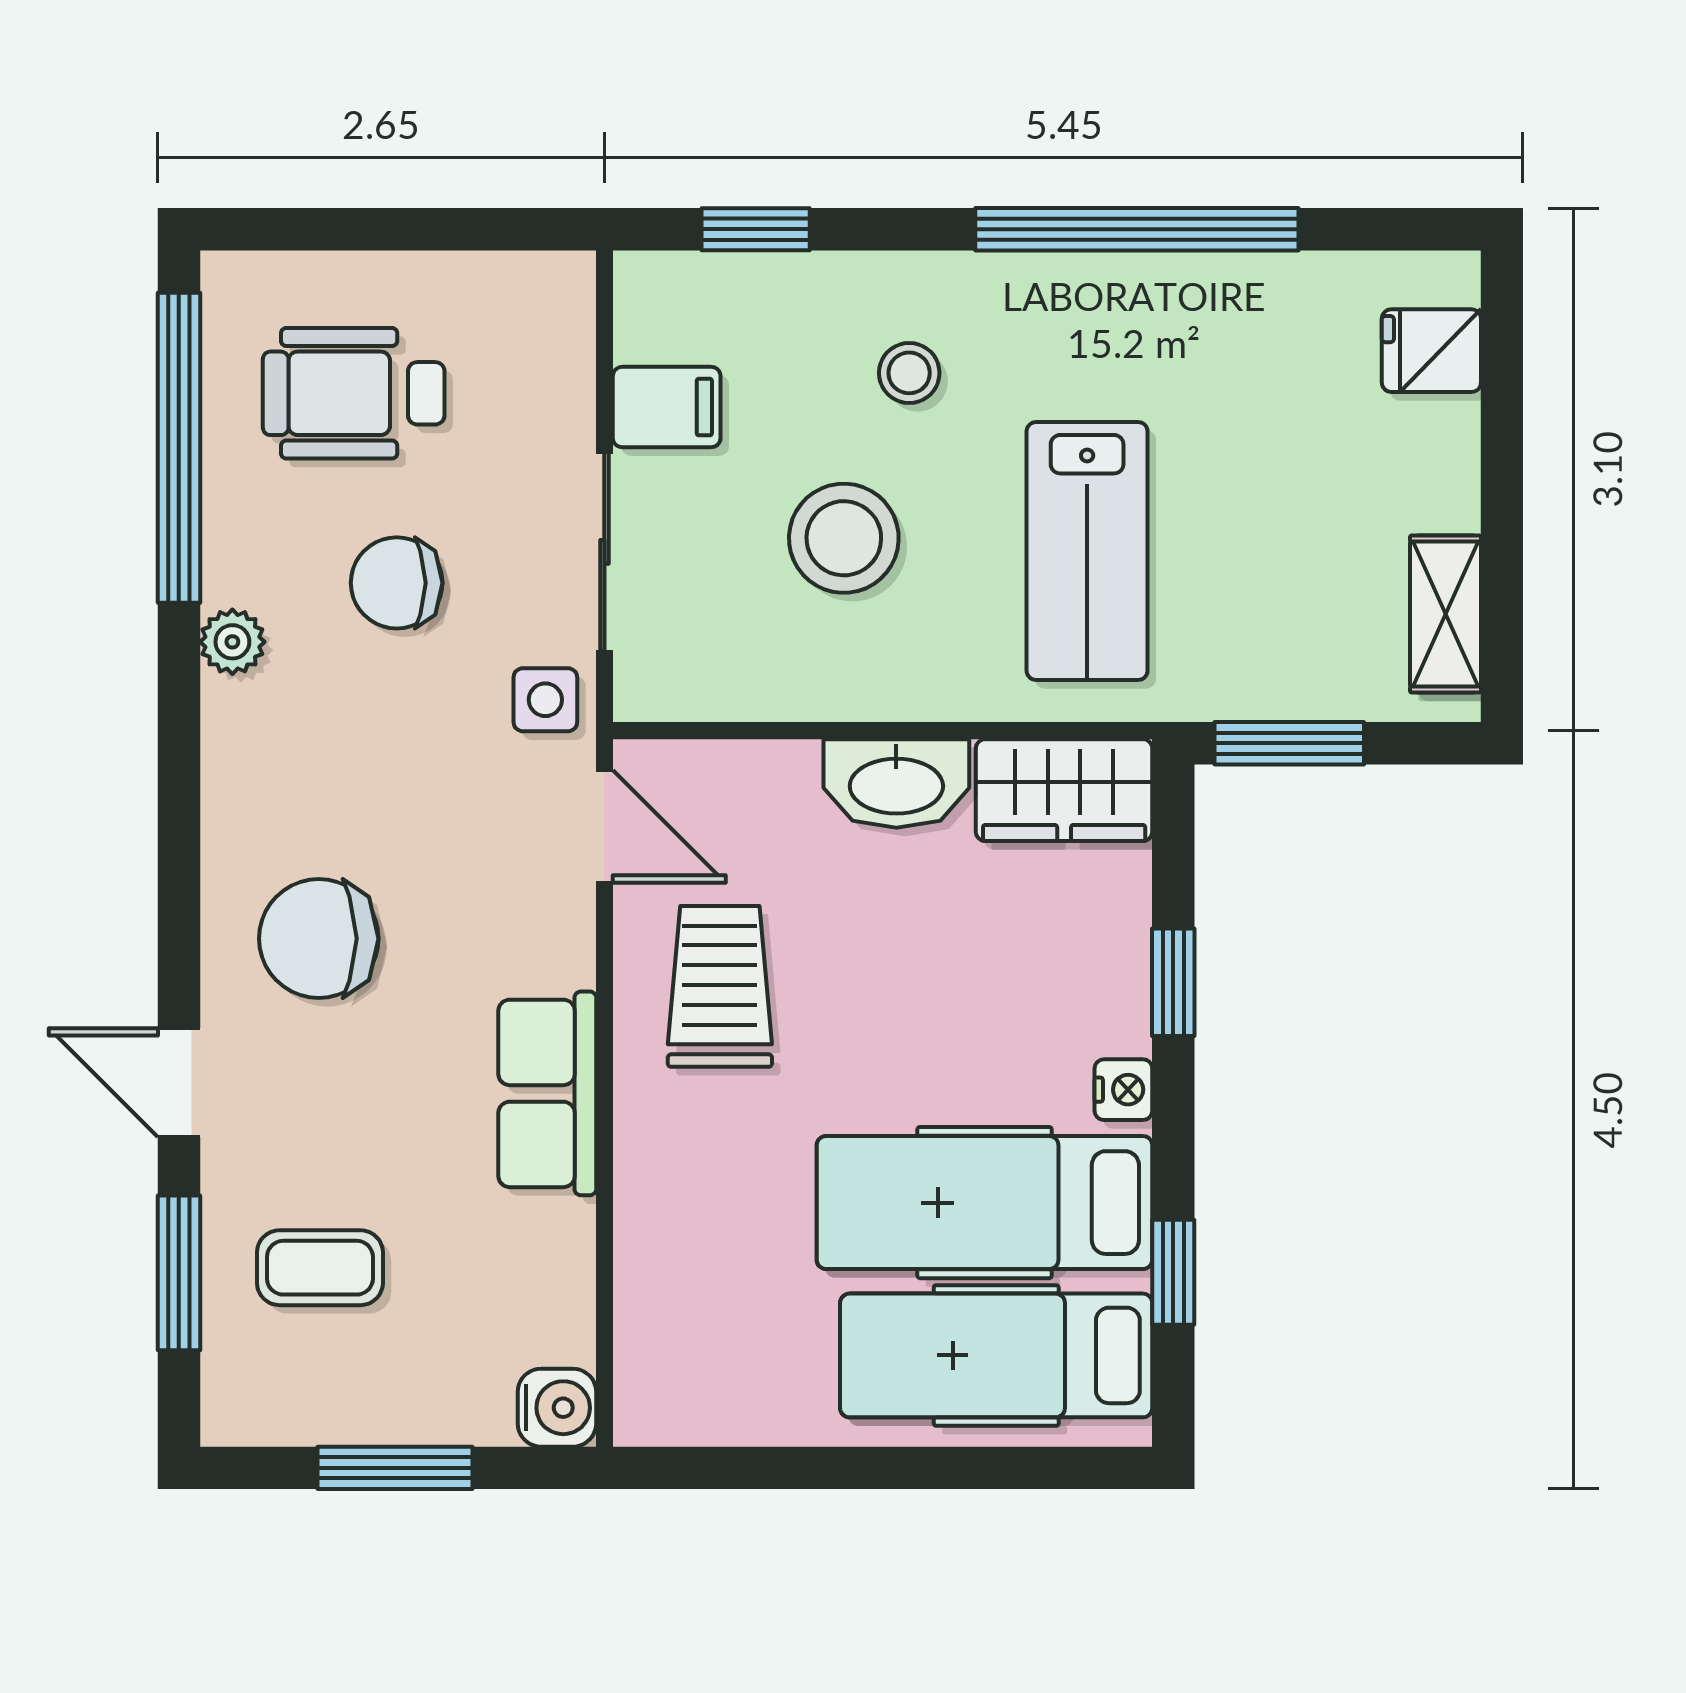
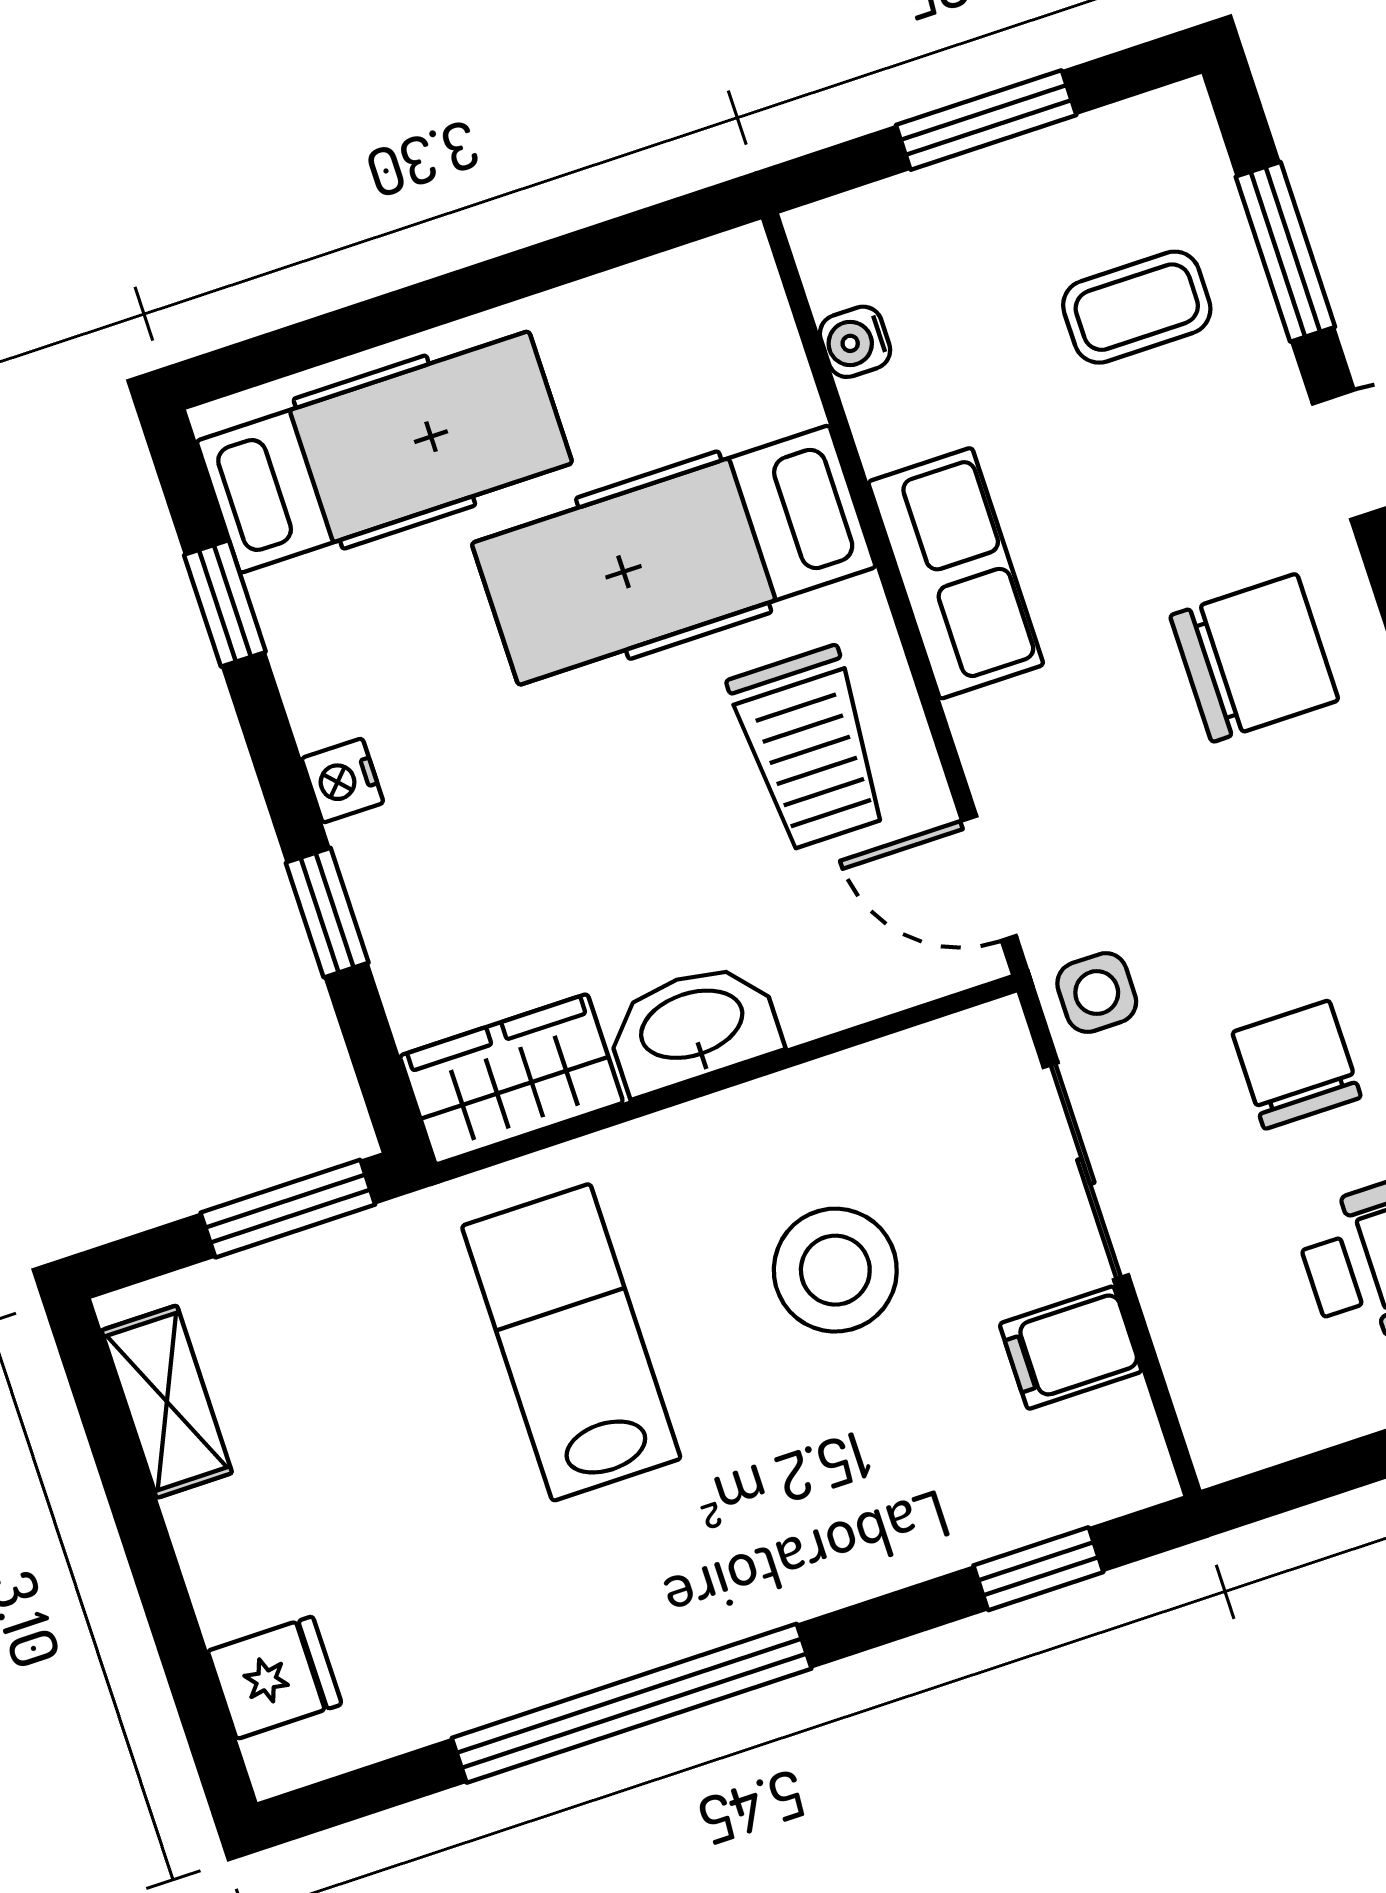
stool: (909, 373) -> (824, 1470), removed
chair: (397, 583) -> (1297, 1065), turned -90
hospital bed: (985, 1203) -> (674, 555), moved, turned 180
water cooler: (557, 1408) -> (855, 342), moved, width x0.72, depth x0.72

